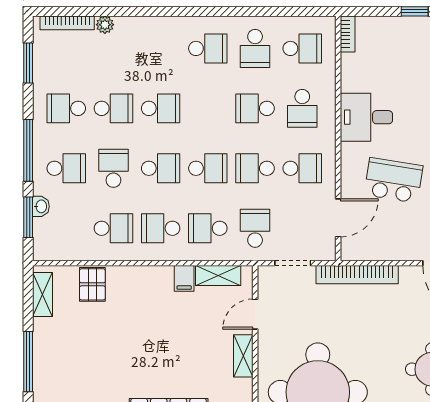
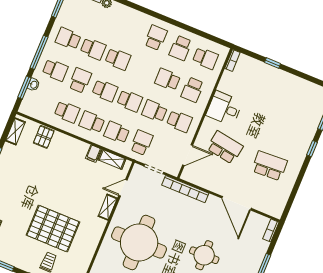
school desk: (208, 48) -> (156, 38), turned -90

